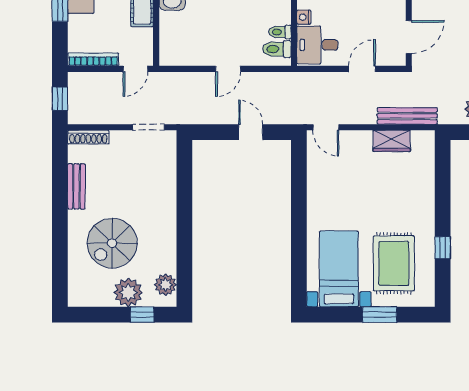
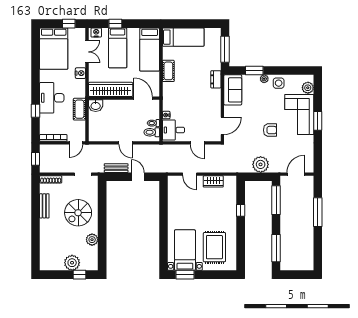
door: (228, 69) -> (126, 143), hinge flipped
door: (362, 69) -> (197, 143), swing flipped
bench: (407, 116) -> (116, 168), moved, width x0.73
door: (326, 127) -> (190, 174), moved
spiral stairs: (112, 243) -> (78, 213), moved
window: (443, 248) -> (241, 210), moved
plant: (166, 285) -> (92, 240), moved
window: (380, 315) -> (185, 275), moved

